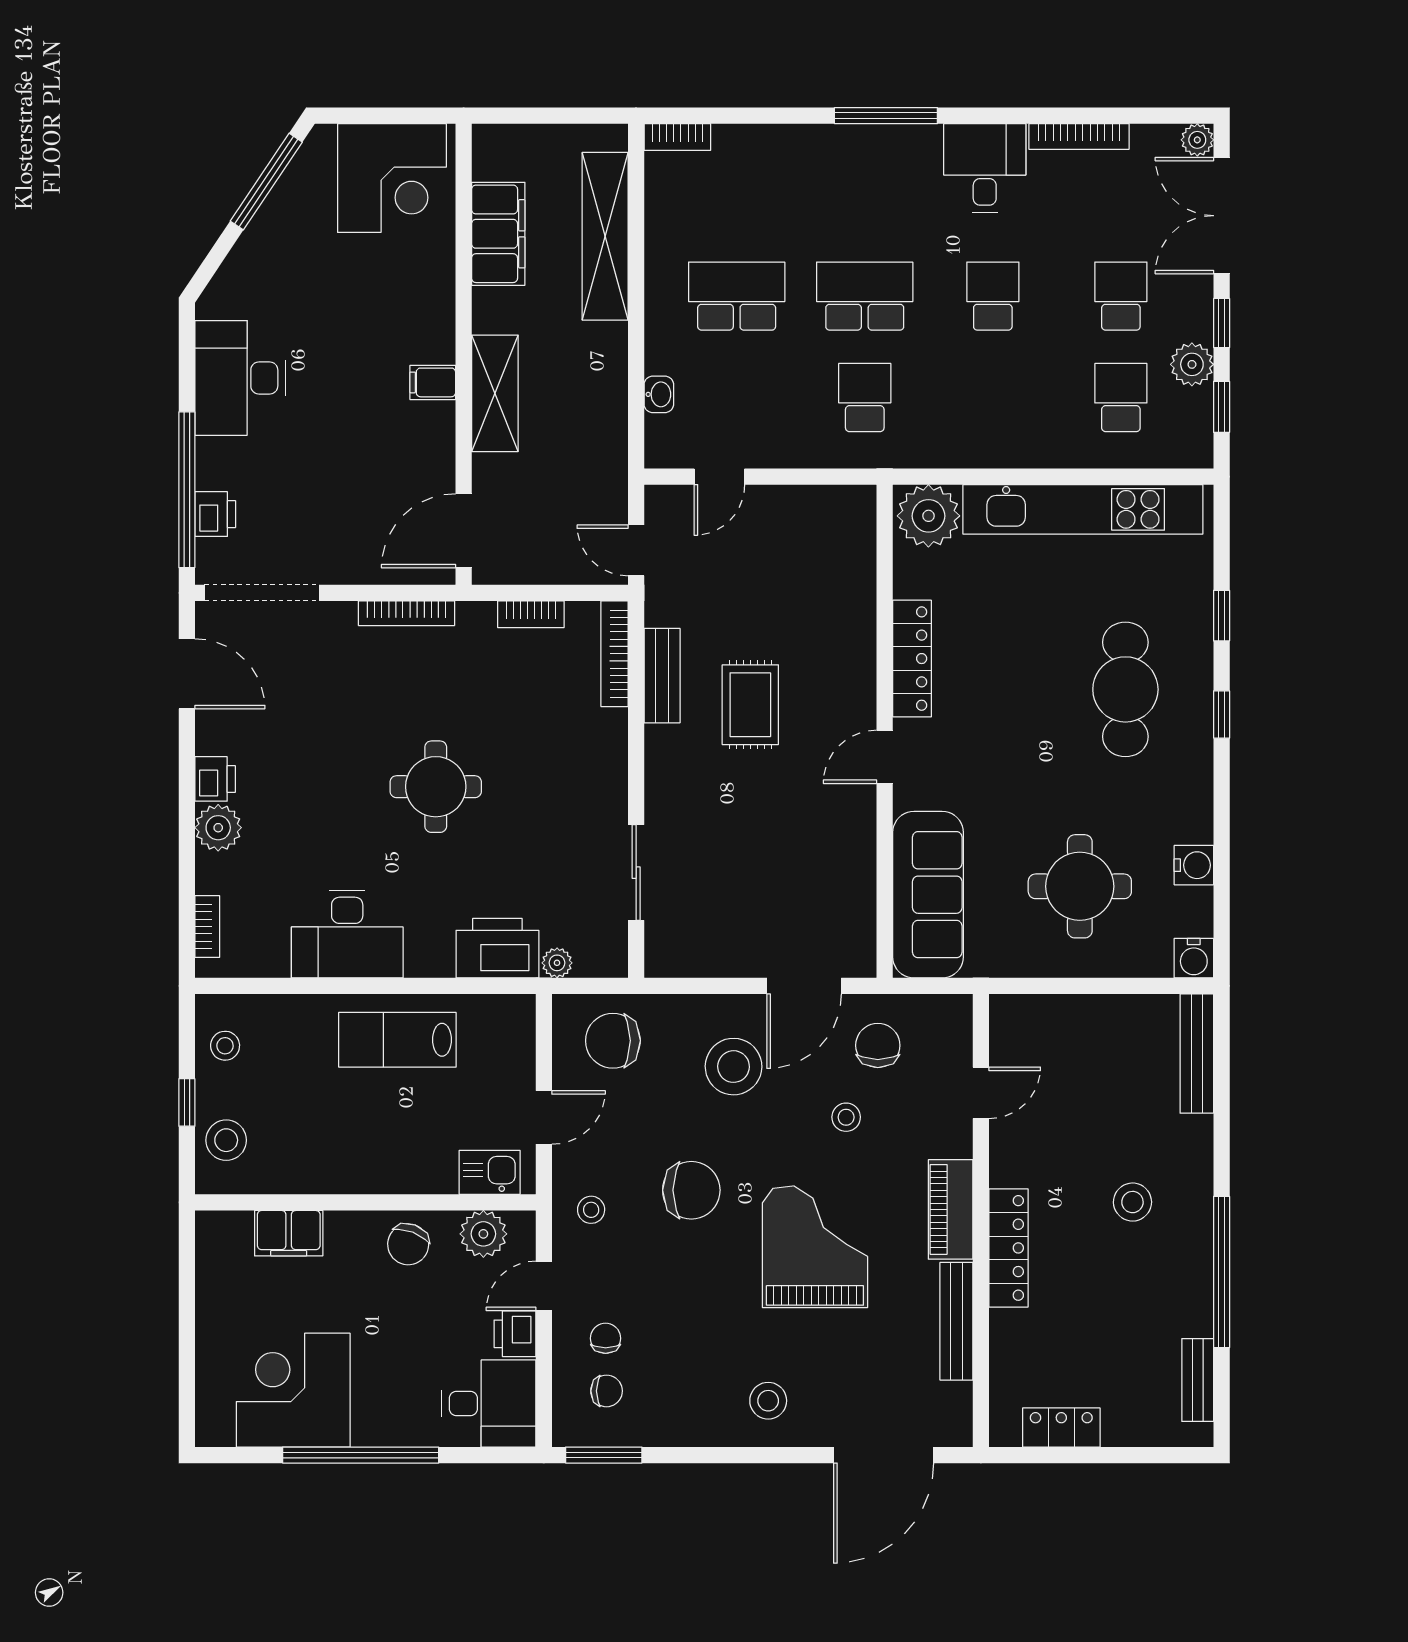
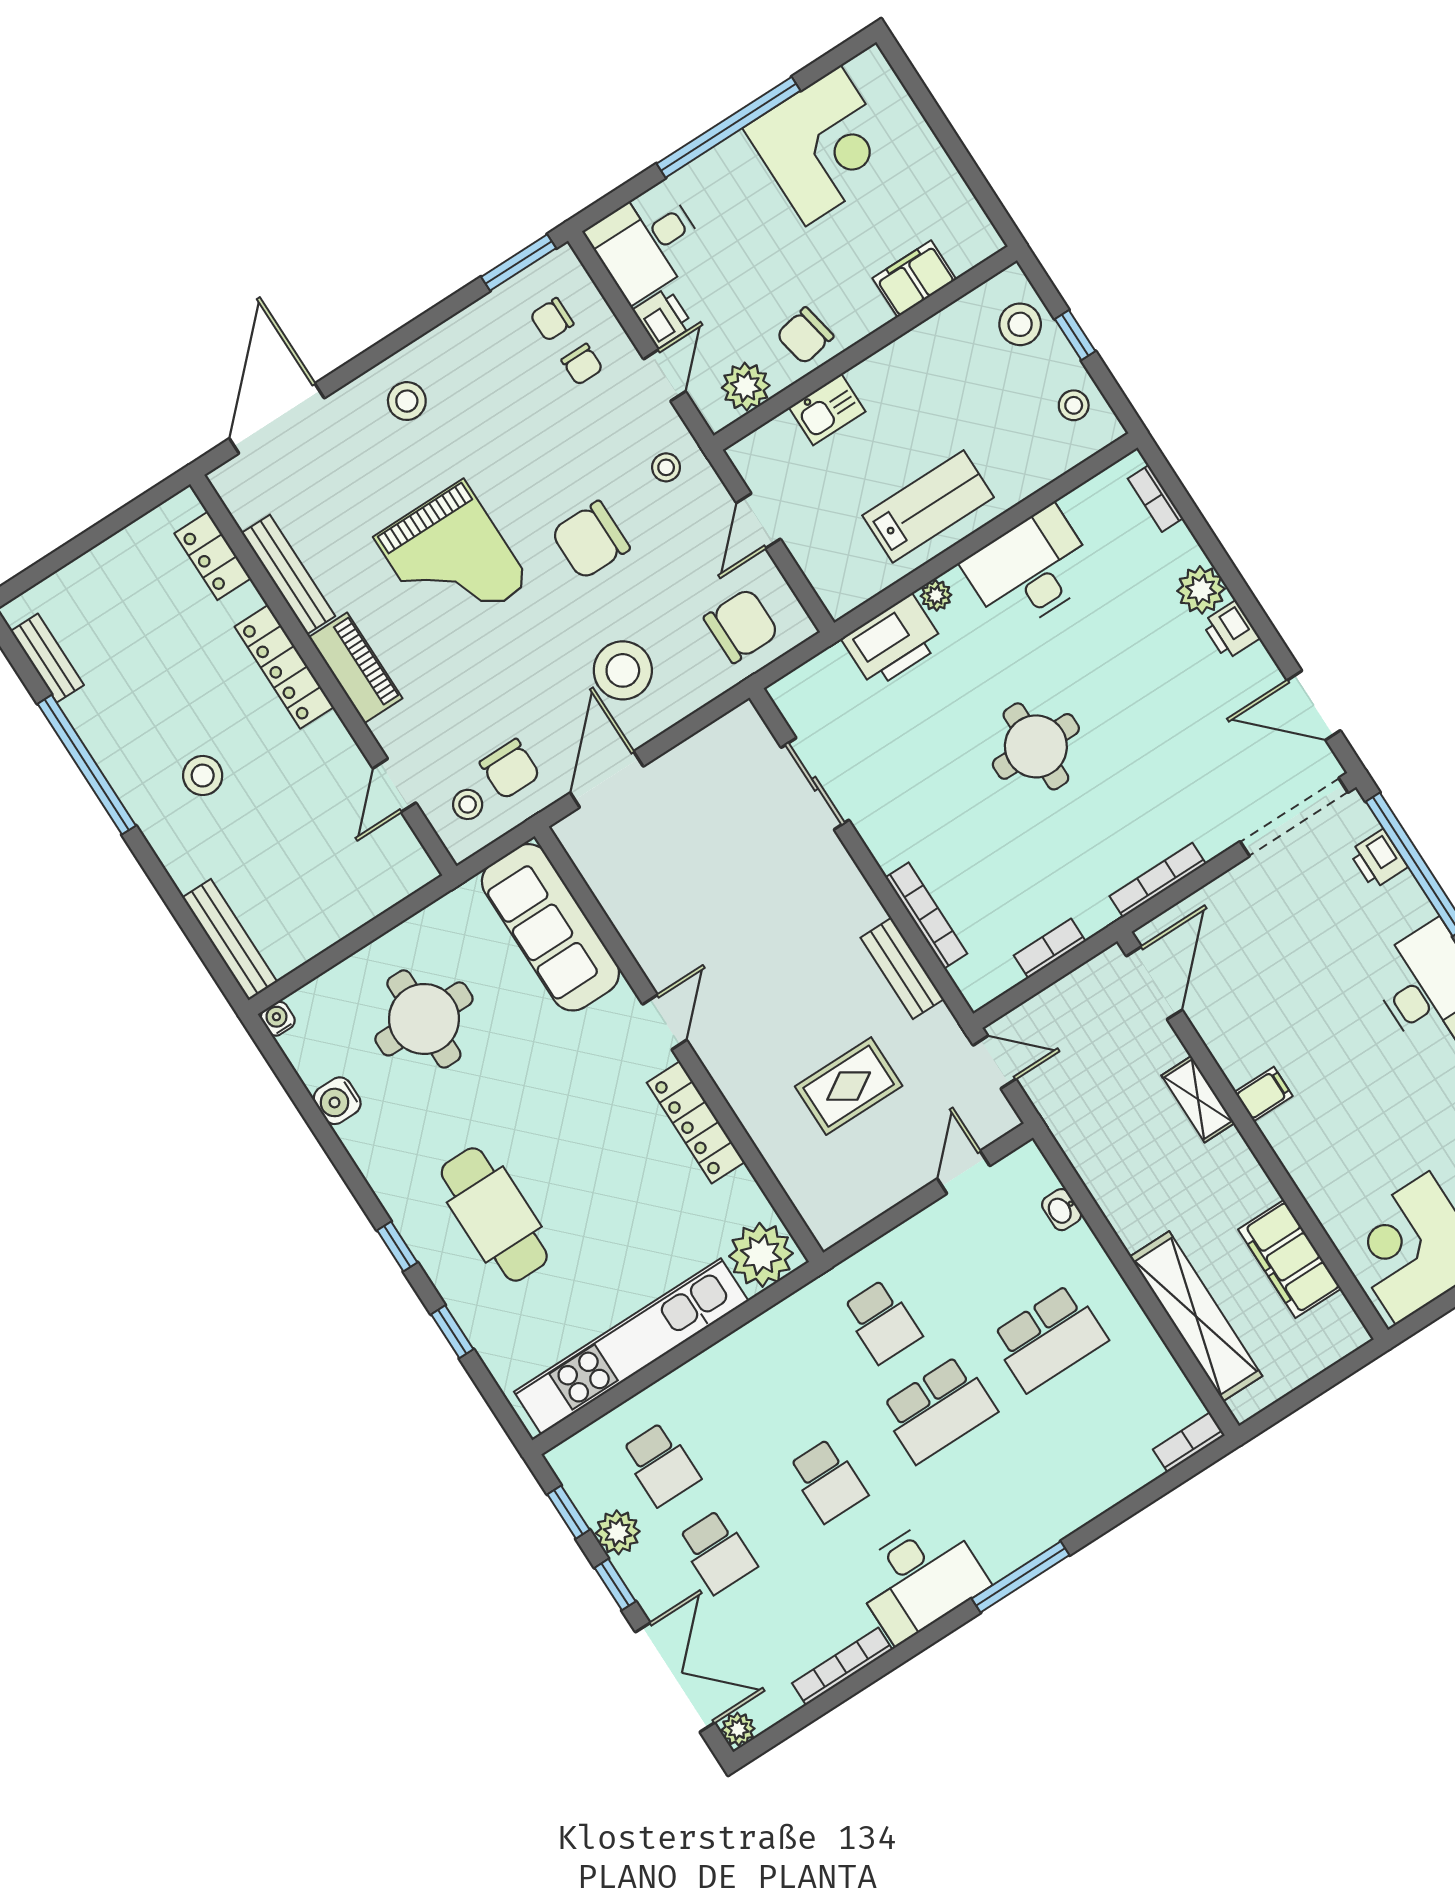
desk: (985, 168) -> (919, 1578), width x1.37
shelving: (495, 393) -> (1198, 1099), width x0.67, depth x0.75
bookcase: (614, 654) -> (926, 915), moved
rug: (750, 705) -> (849, 1086), moved, turned 90
water cooler: (1194, 958) -> (278, 1019), width x0.72, depth x0.72
plant: (557, 963) -> (936, 595), moved
stool: (846, 1117) -> (468, 804), moved
kitchen sink: (490, 1172) -> (827, 409), moved
chair: (408, 1244) -> (805, 336), turned -122
locker: (1061, 1428) -> (213, 556), moved, turned 90

